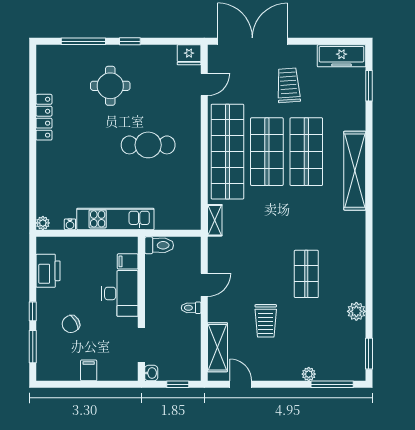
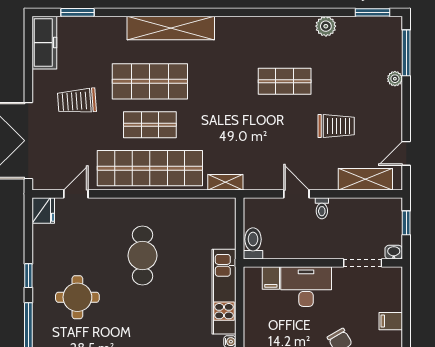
door: (204, 84) -> (76, 194), hinge flipped
shop shelf: (267, 152) -> (150, 125), width x0.70, depth x0.74

